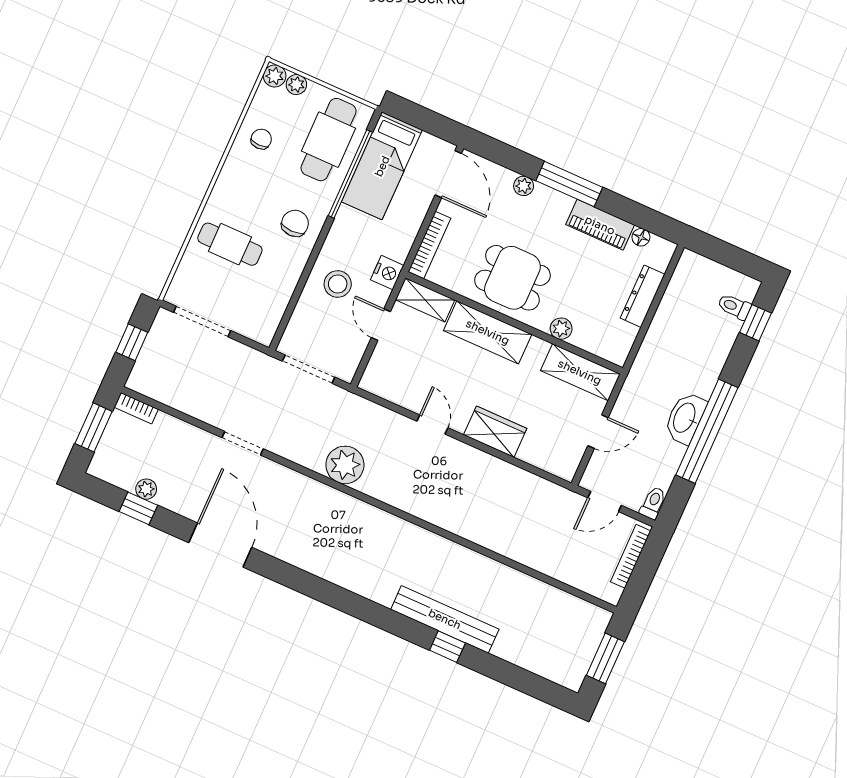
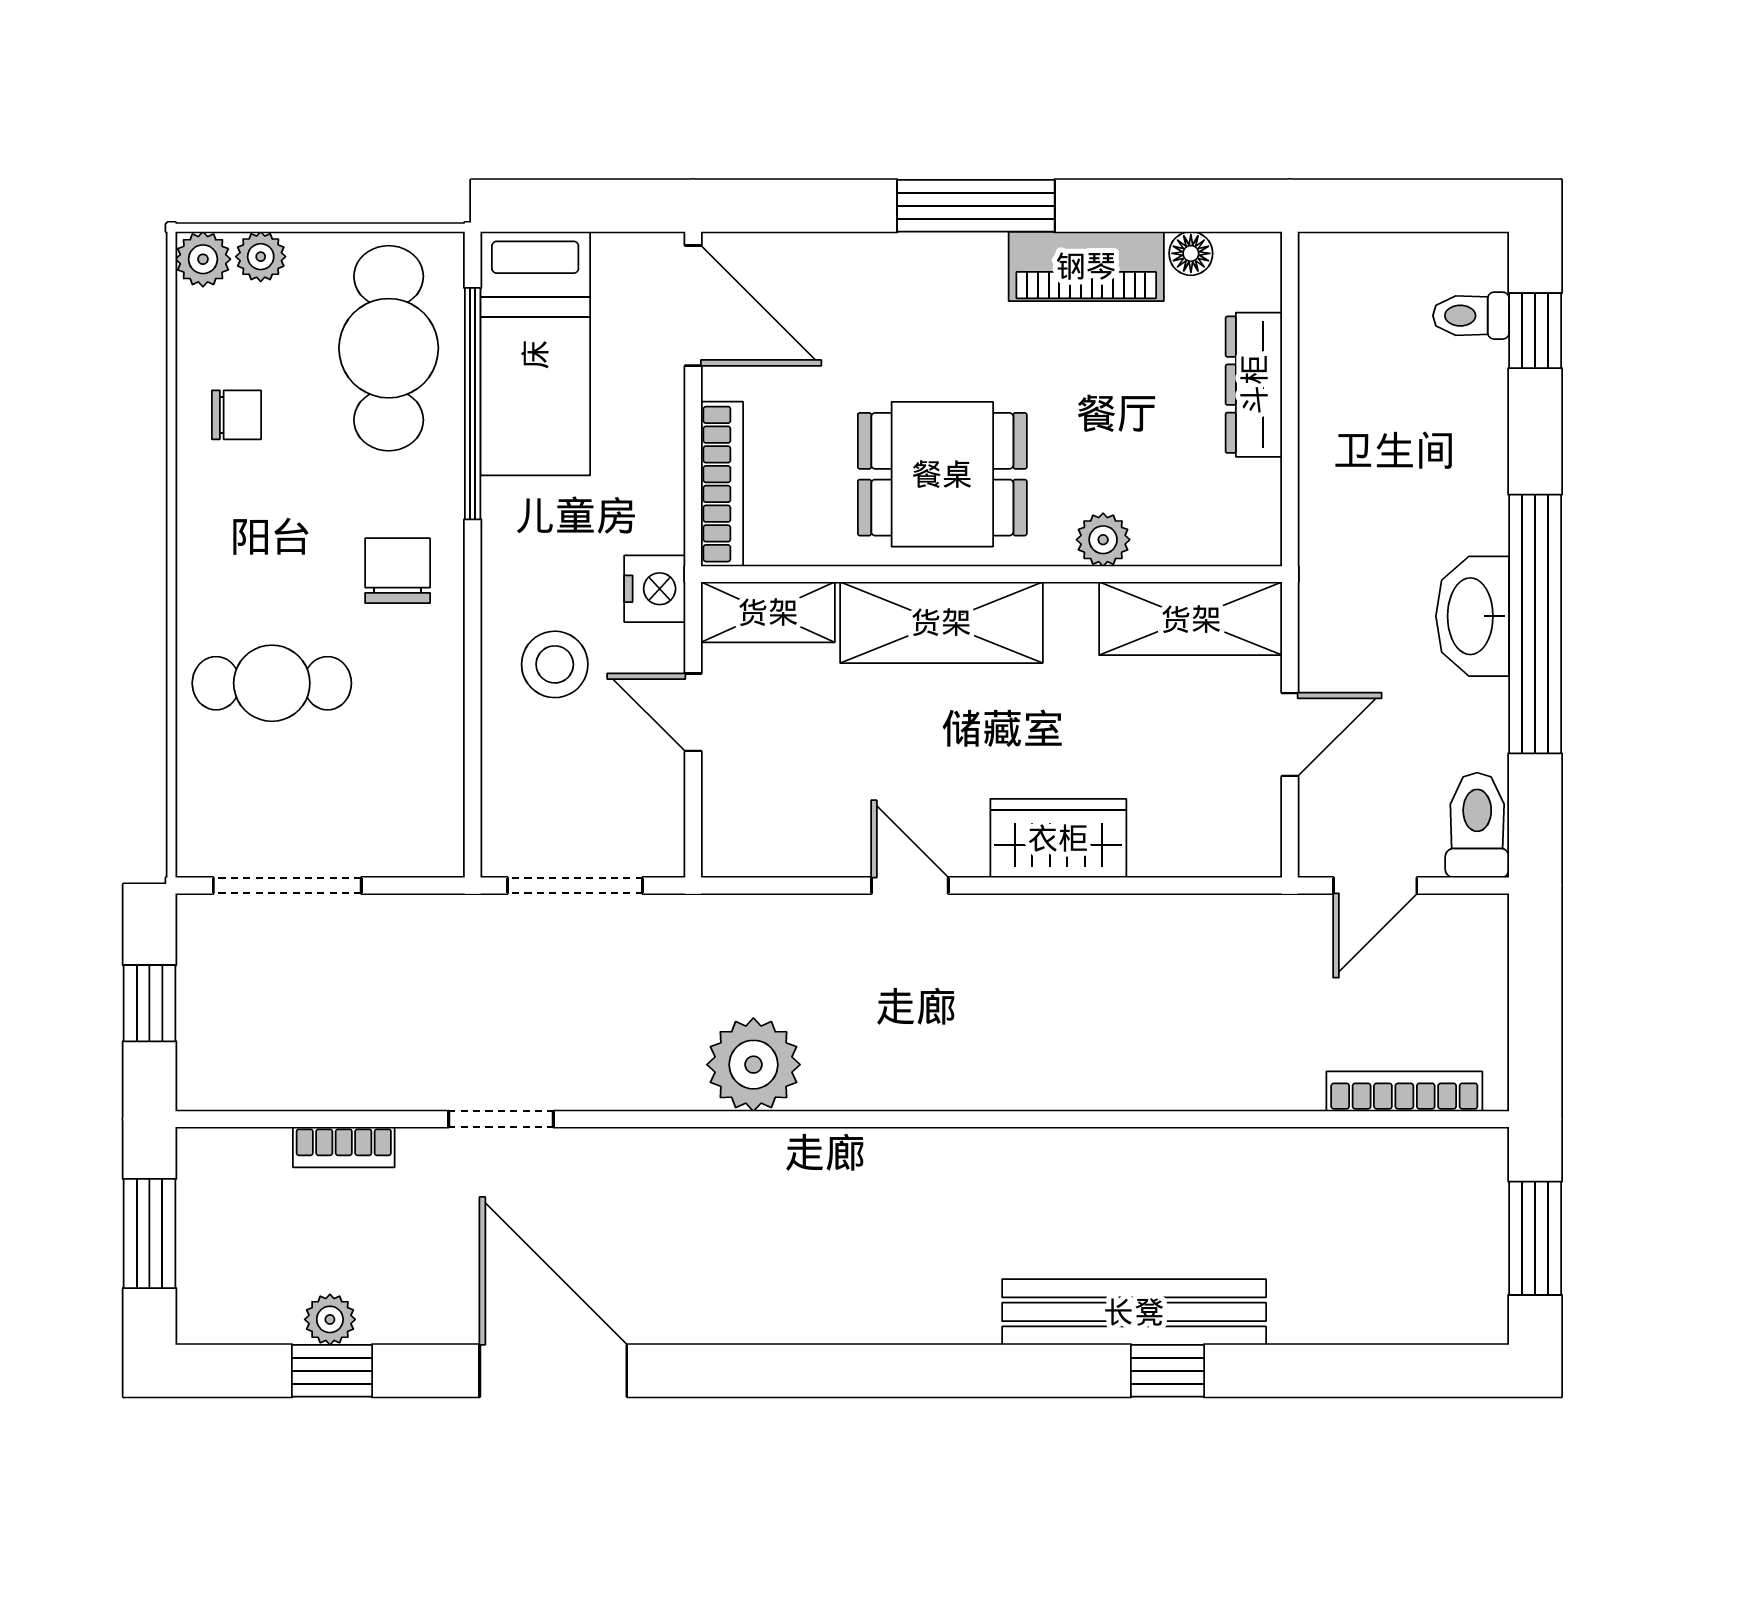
chair: (261, 139) -> (237, 415), turned 90
plant: (524, 186) -> (875, 256), removed
bookcase: (136, 408) -> (344, 1147), moved
toilet: (653, 503) -> (1477, 825), width x1.37, depth x1.39
bookcase: (631, 556) -> (1404, 1091), moved, turned 90

